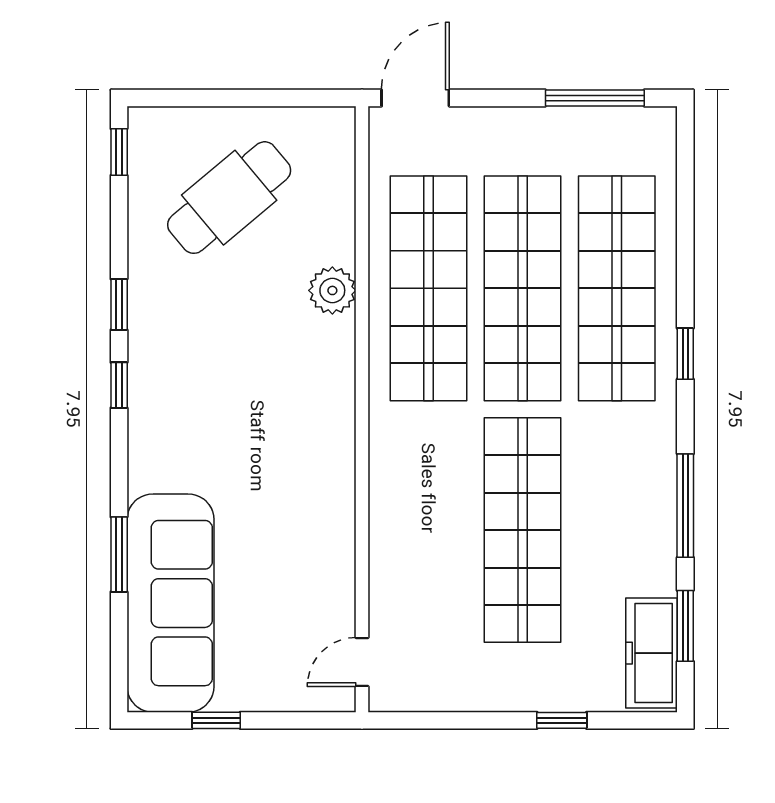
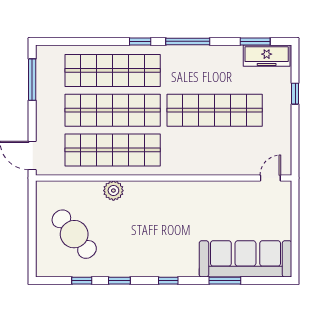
window: (119, 152) -> (82, 281), moved
window: (119, 385) -> (168, 281), moved
window: (685, 506) -> (188, 41), moved
door: (362, 662) -> (270, 178), swing flipped
window: (216, 720) -> (295, 240), removed

